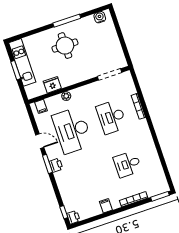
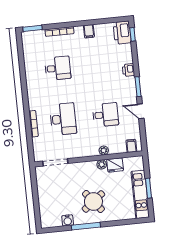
water cooler: (100, 17) -> (68, 220), moved
round table: (65, 46) -> (93, 201), turned -38
plant: (65, 82) -> (102, 164), added
desk: (72, 130) -> (105, 115), width x0.53, depth x0.77
printer: (56, 165) -> (128, 70), moved
printer: (73, 217) -> (122, 33), width x1.87, depth x1.48

